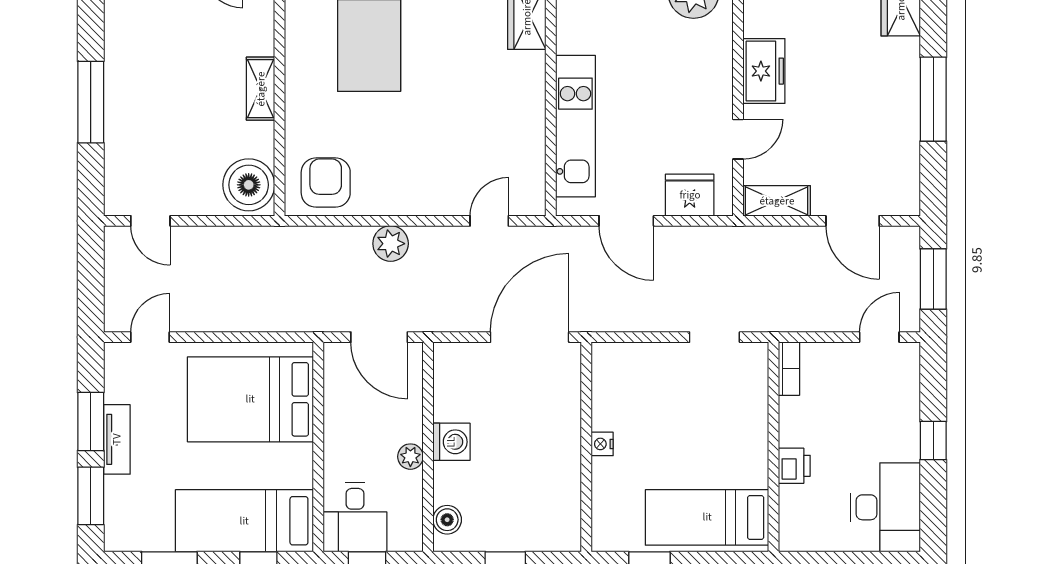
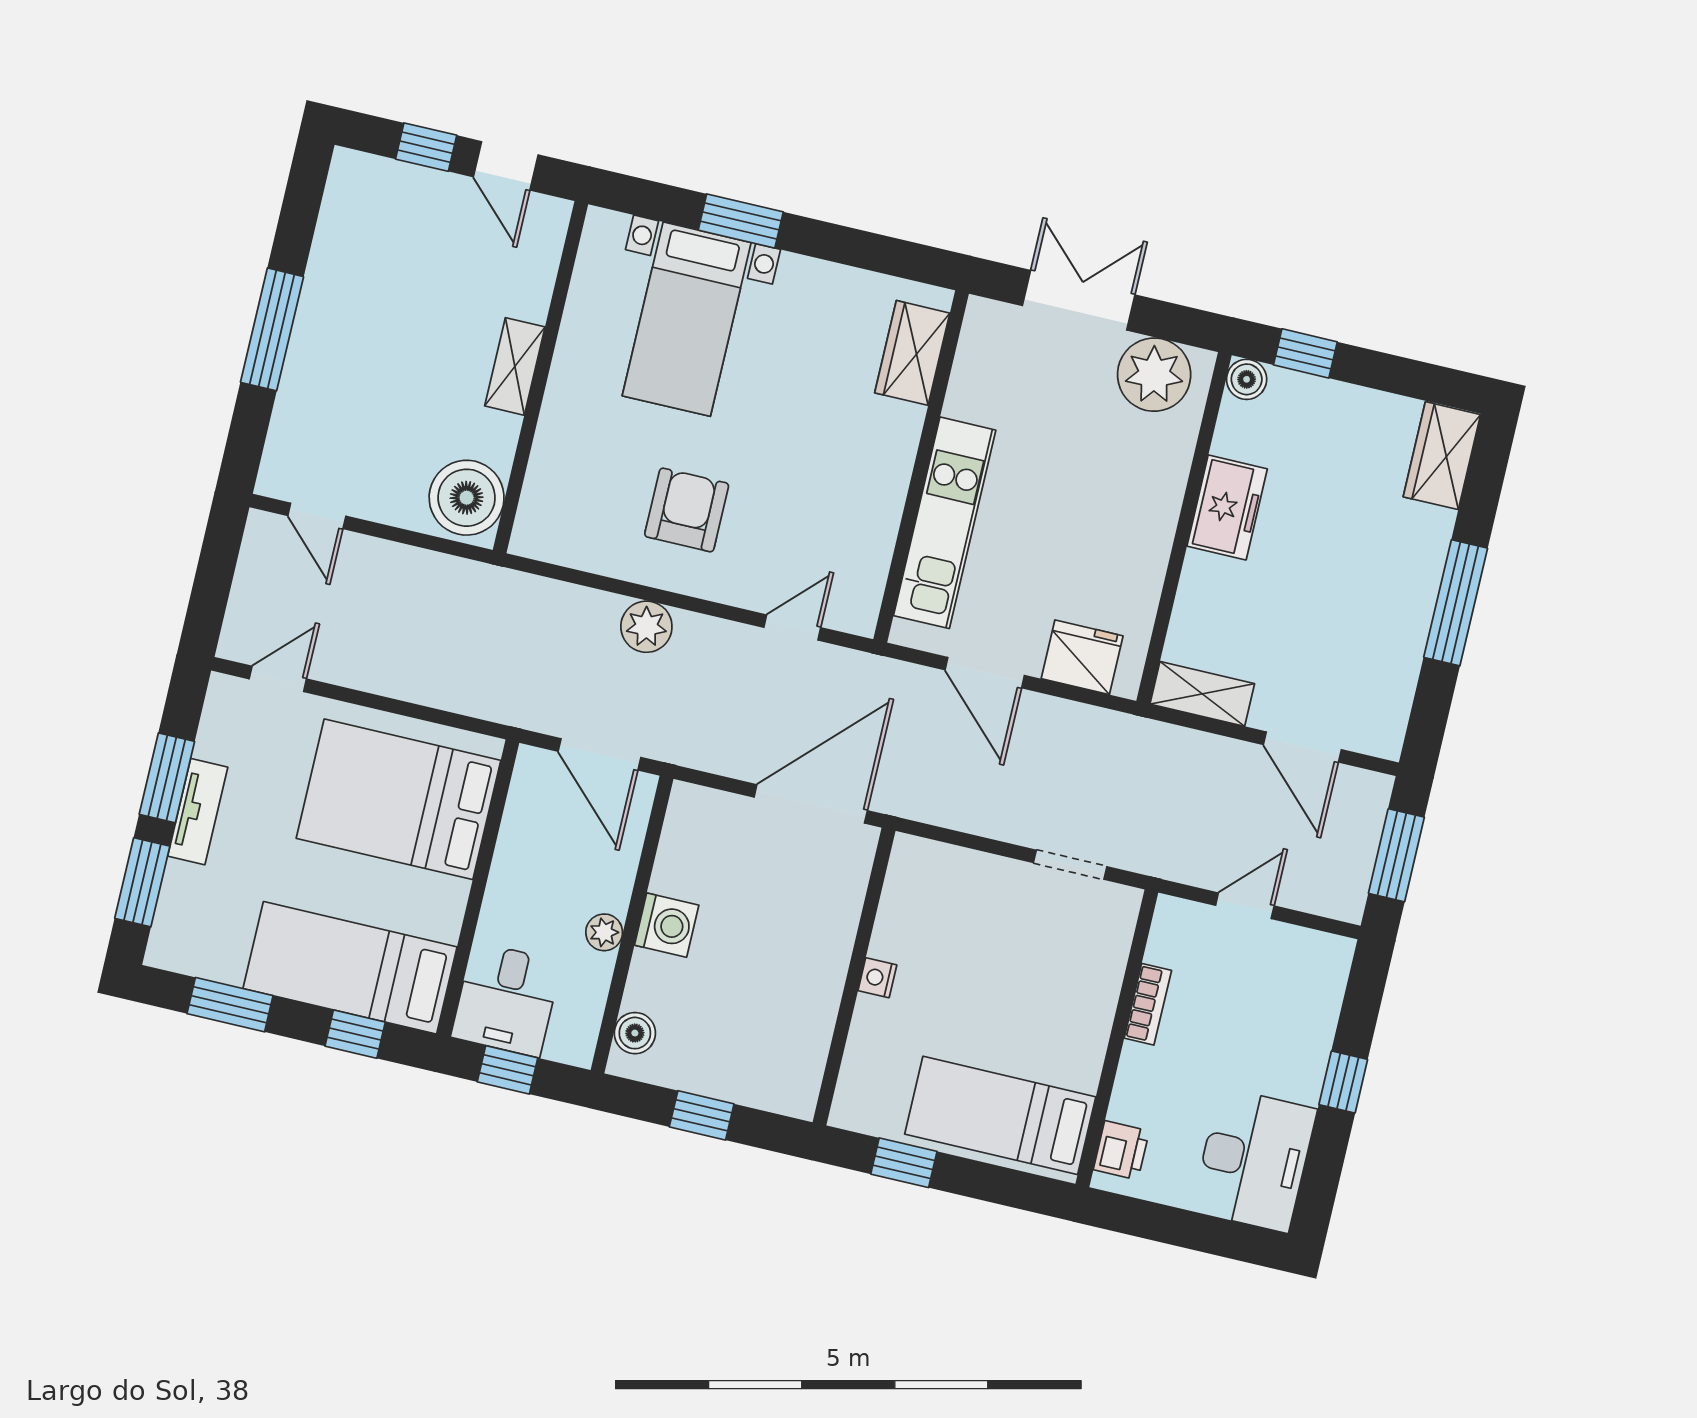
door: (738, 139) -> (1168, 595), removed
armchair: (326, 183) -> (687, 510), moved
door: (879, 337) -> (1245, 906), moved
bookcase: (789, 369) -> (1148, 1004), moved
printer: (794, 466) -> (1121, 1150), moved

